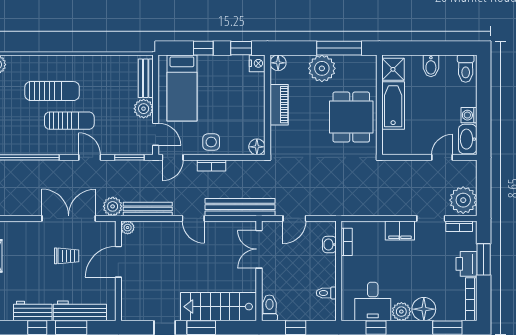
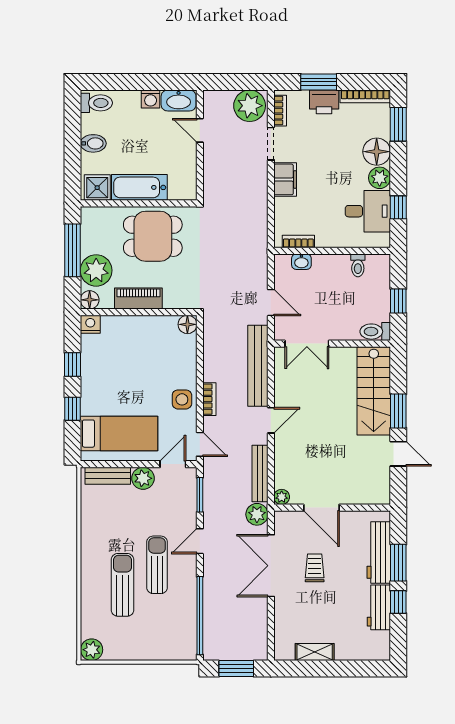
nightstand: (257, 63) -> (90, 324), moved
floor lamp: (278, 63) -> (90, 300), moved
wall: (267, 105) -> (139, 312), moved
piano: (279, 105) -> (138, 299), moved
floor lamp: (257, 147) -> (187, 324), moved

